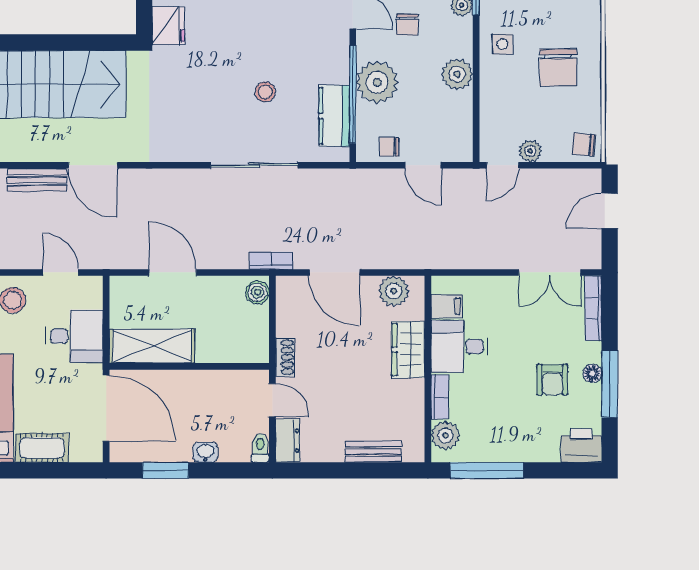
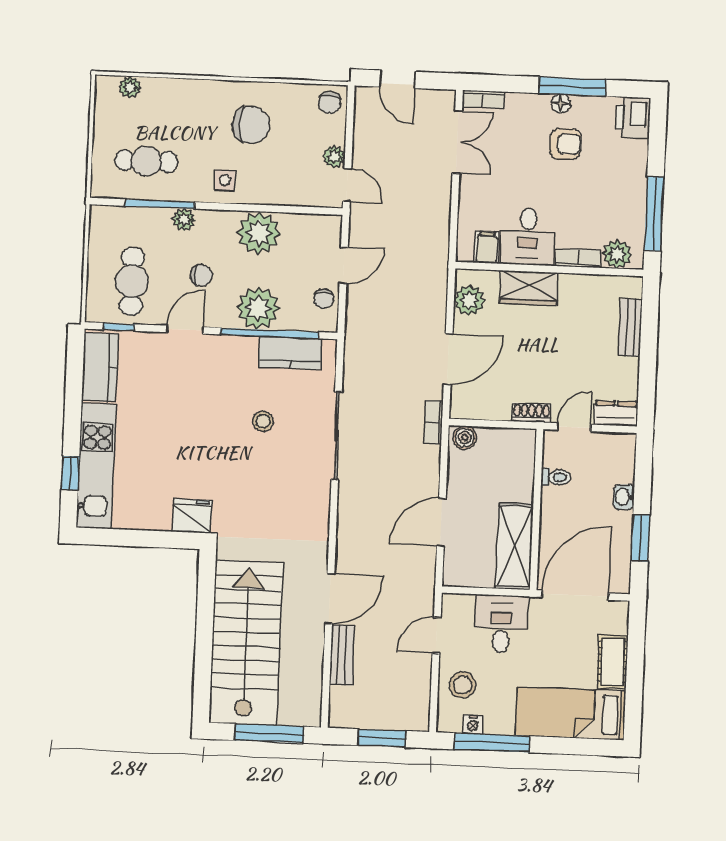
plant: (457, 74) -> (259, 233), width x1.36, depth x1.36
bookcase: (593, 308) -> (483, 99), width x0.64
toilet: (260, 448) -> (556, 477), moved, turned 180

